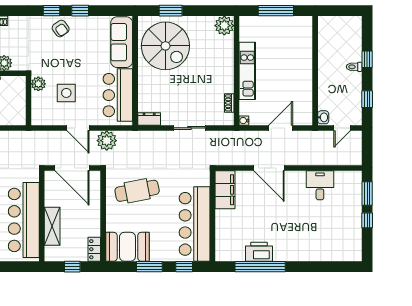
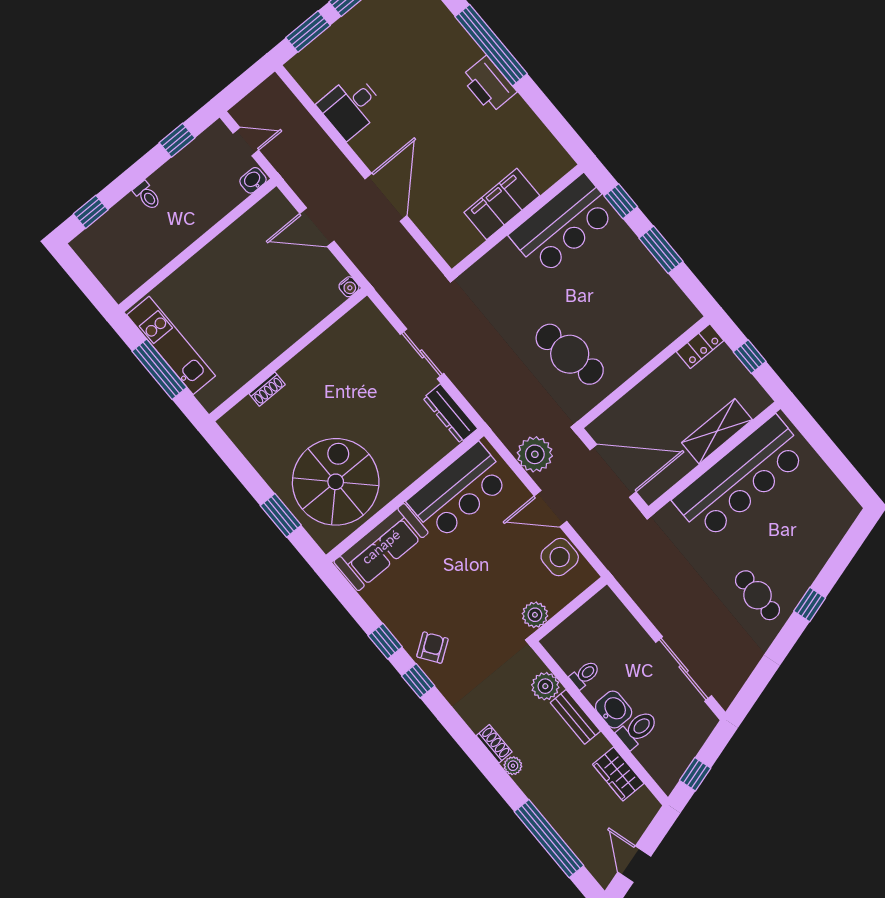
plant: (224, 26) -> (240, 424), removed
window: (367, 59) -> (91, 212), moved
kitchen unit: (247, 71) -> (171, 345), moved, turned 90
side table: (66, 93) -> (560, 557), moved
shoe rack: (229, 103) -> (267, 389), moved
dresser: (149, 119) -> (450, 413), width x1.44
door: (78, 128) -> (550, 509), swing flipped
door: (72, 168) -> (613, 471), hinge flipped
filing cabinet: (225, 190) -> (502, 204), moved
bar counter: (195, 224) -> (563, 225), width x0.73
booth: (127, 247) -> (659, 303), removed
printer: (259, 252) -> (489, 84), moved
window: (260, 267) -> (491, 45), moved

